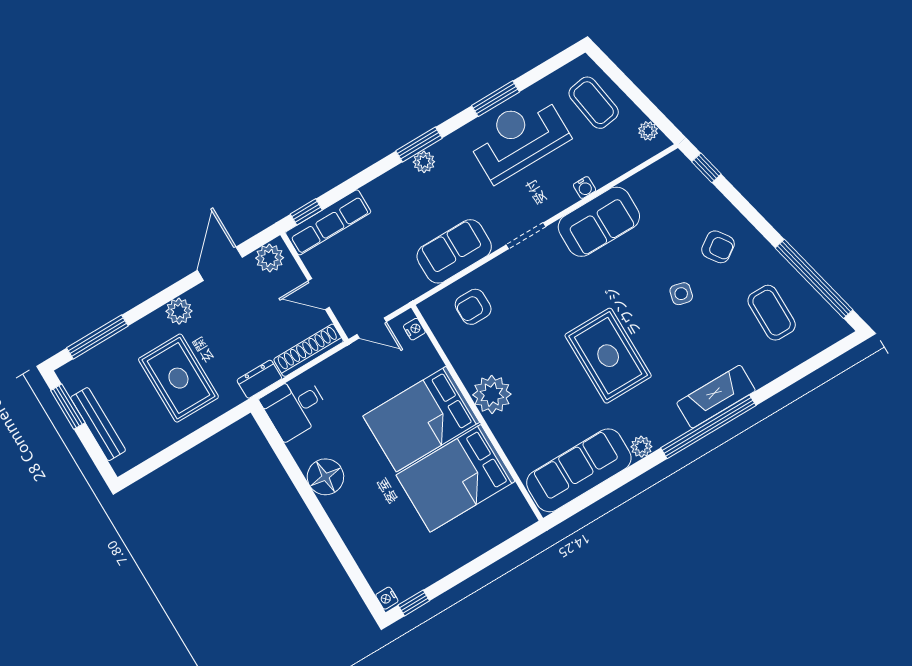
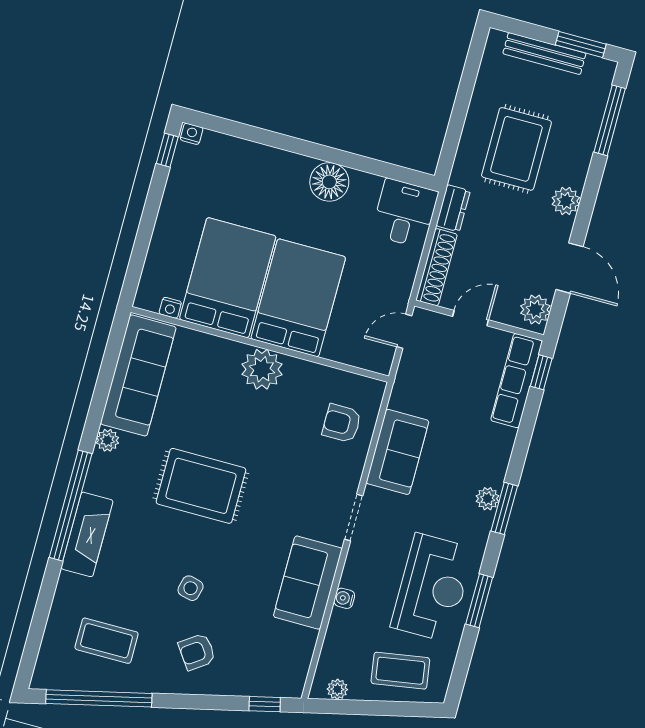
armchair: (473, 307) -> (342, 423), turned -90
nightstand: (414, 329) -> (170, 308), moved
rug: (178, 378) -> (516, 149), turned 90

